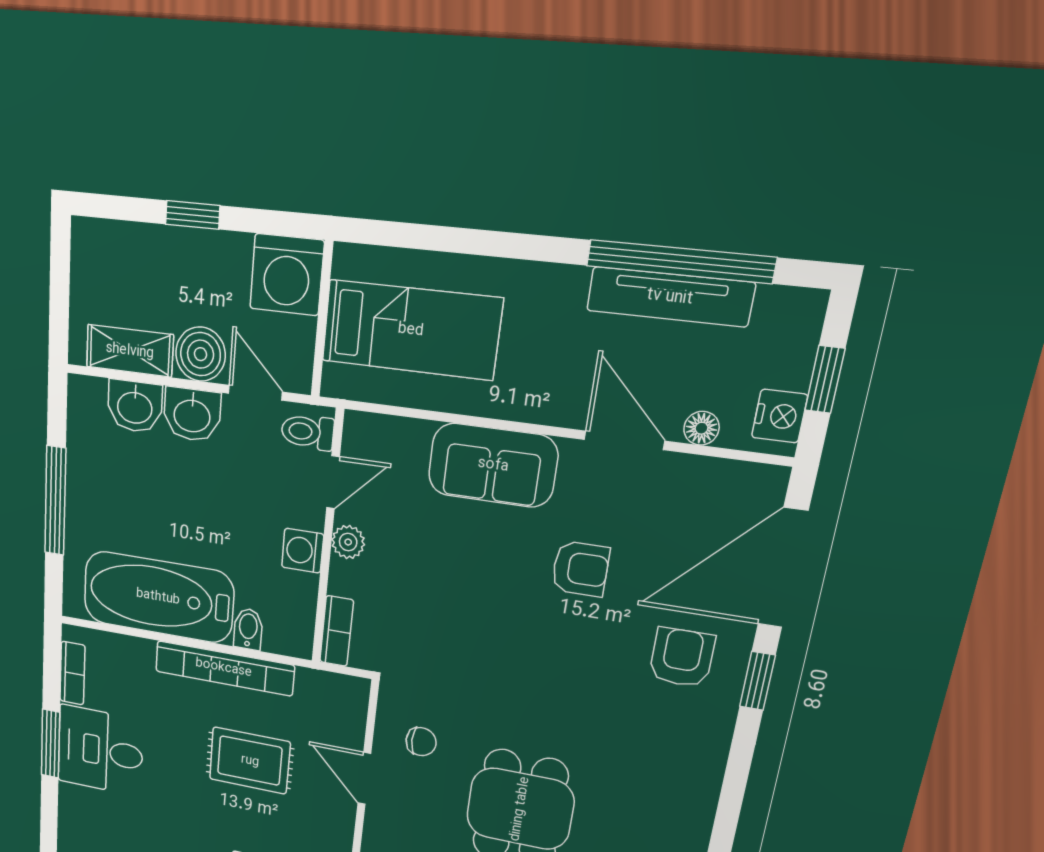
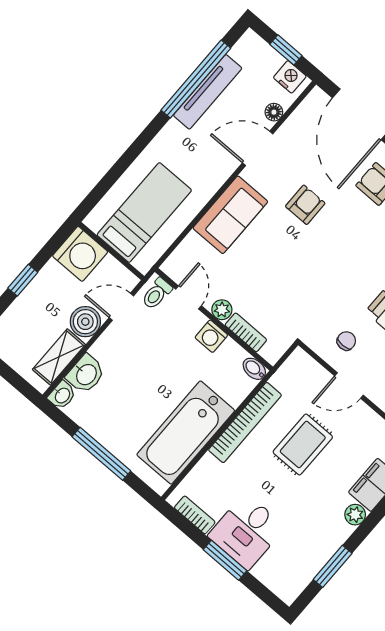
washbasin: (192, 415) -> (62, 395), moved, width x0.72, depth x0.69
bidet: (248, 629) -> (254, 369), moved
bookcase: (337, 631) -> (246, 332), moved

